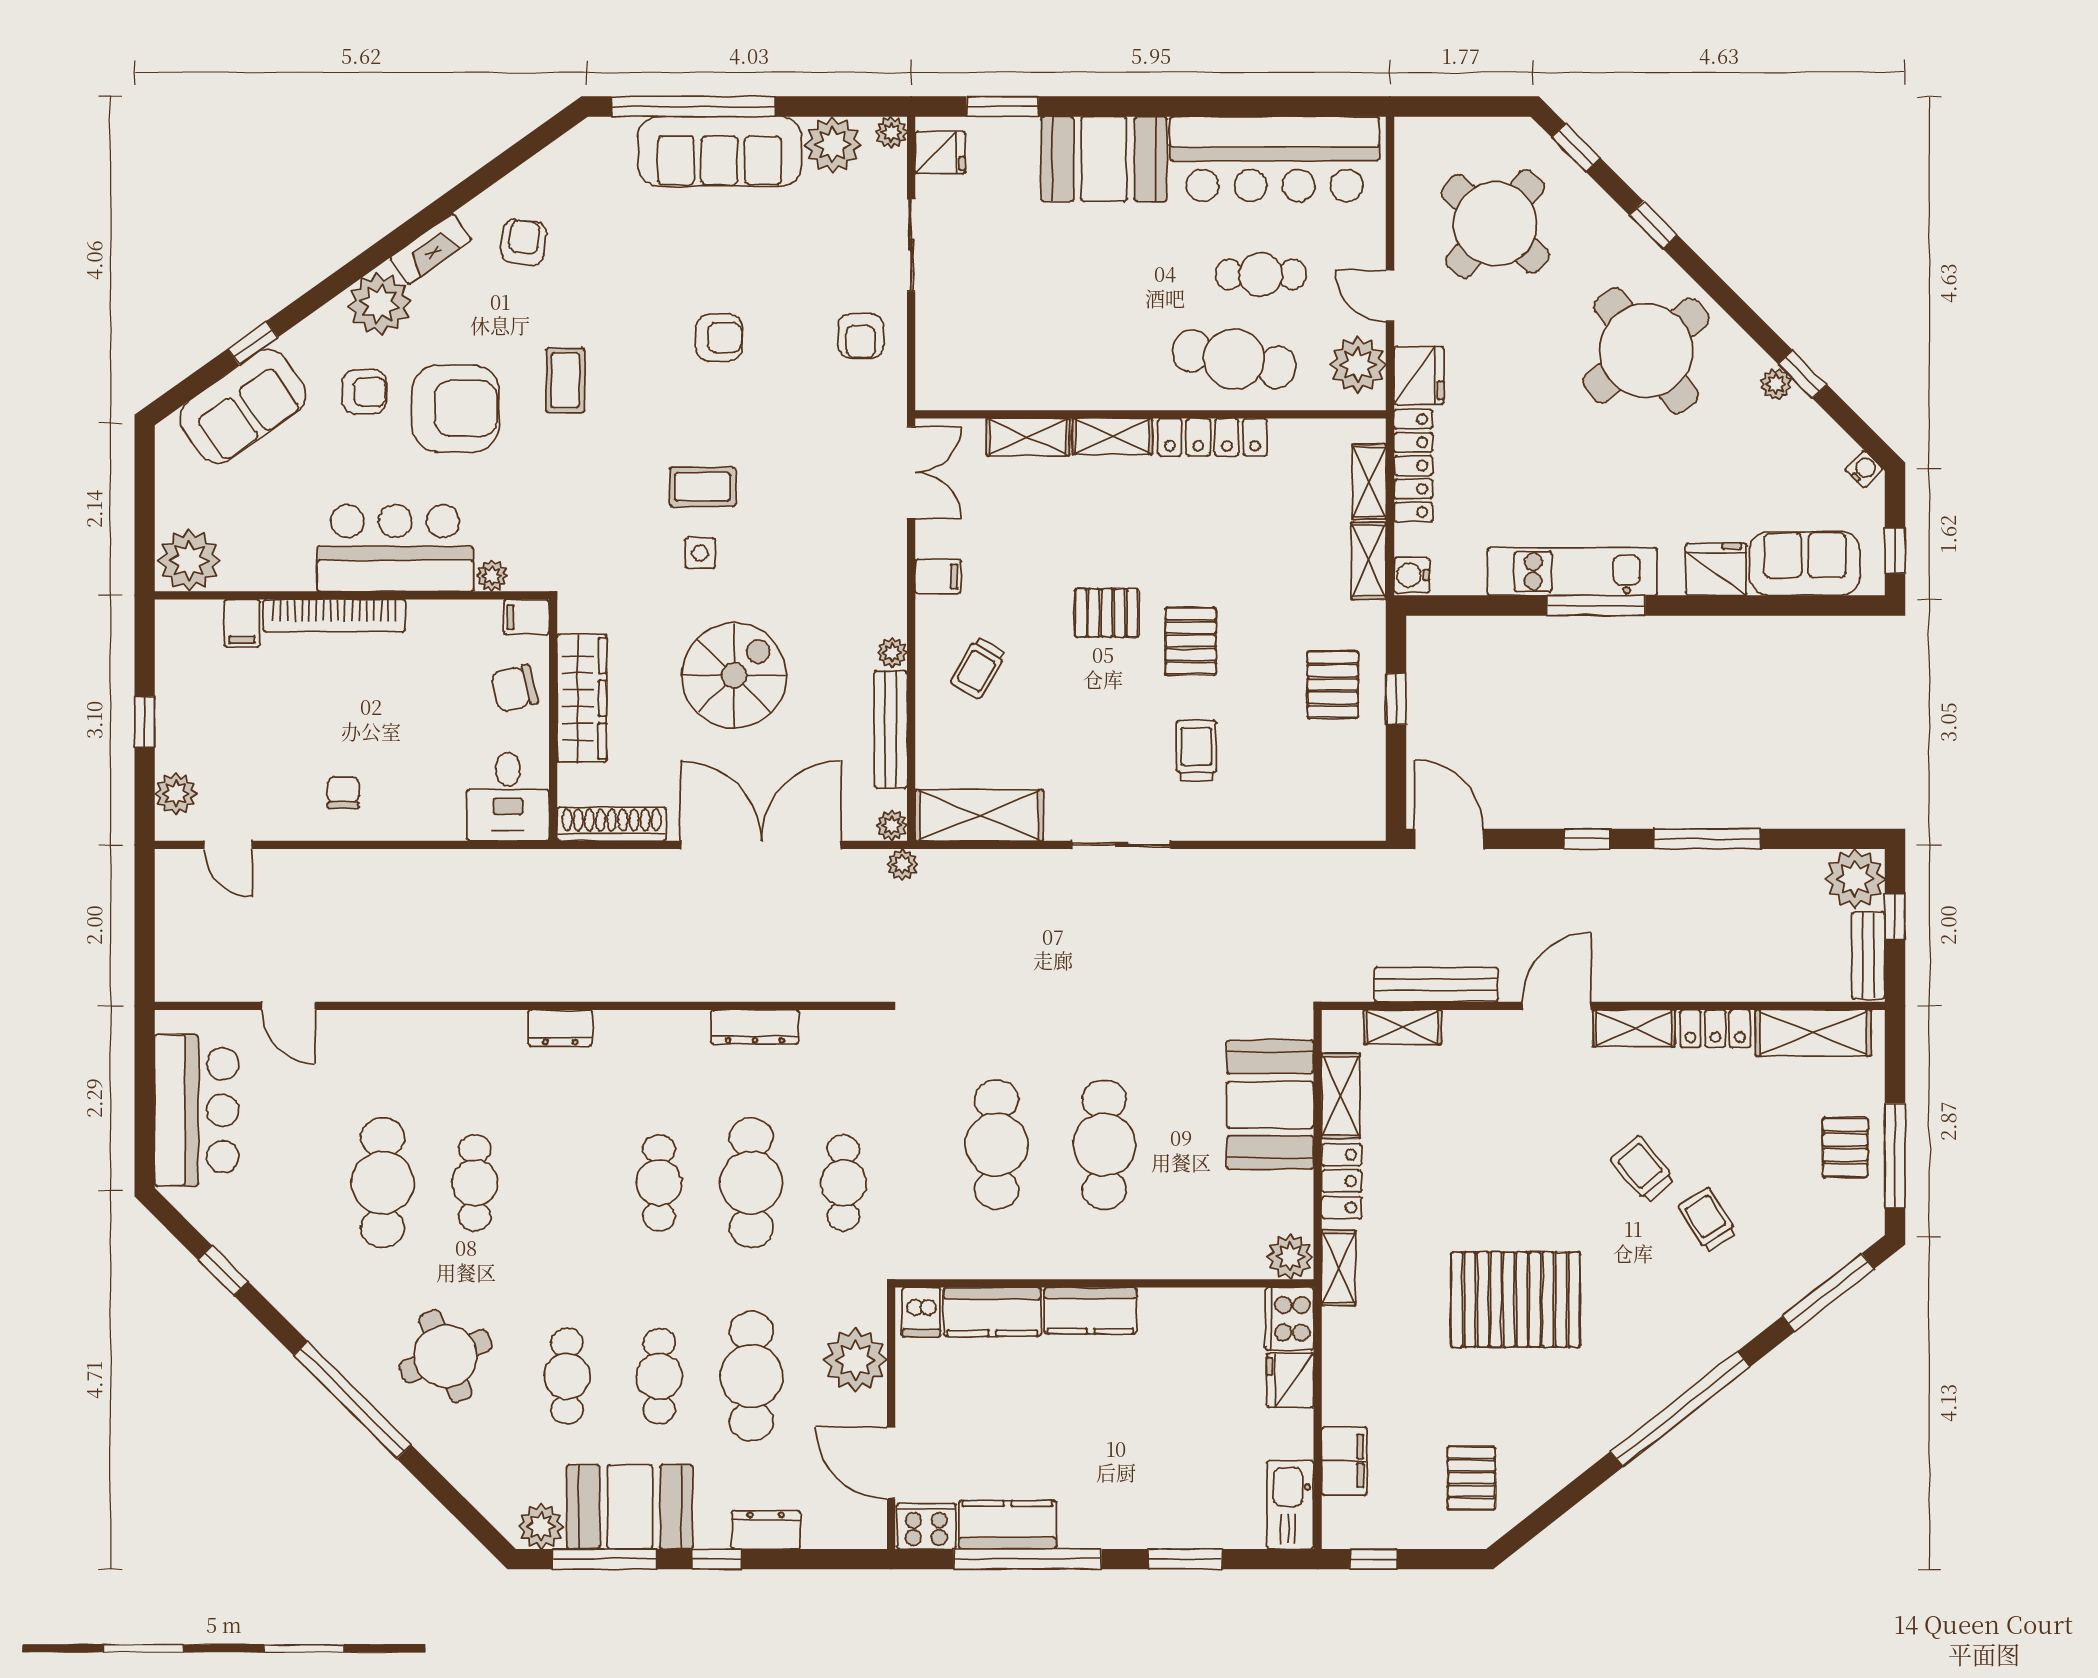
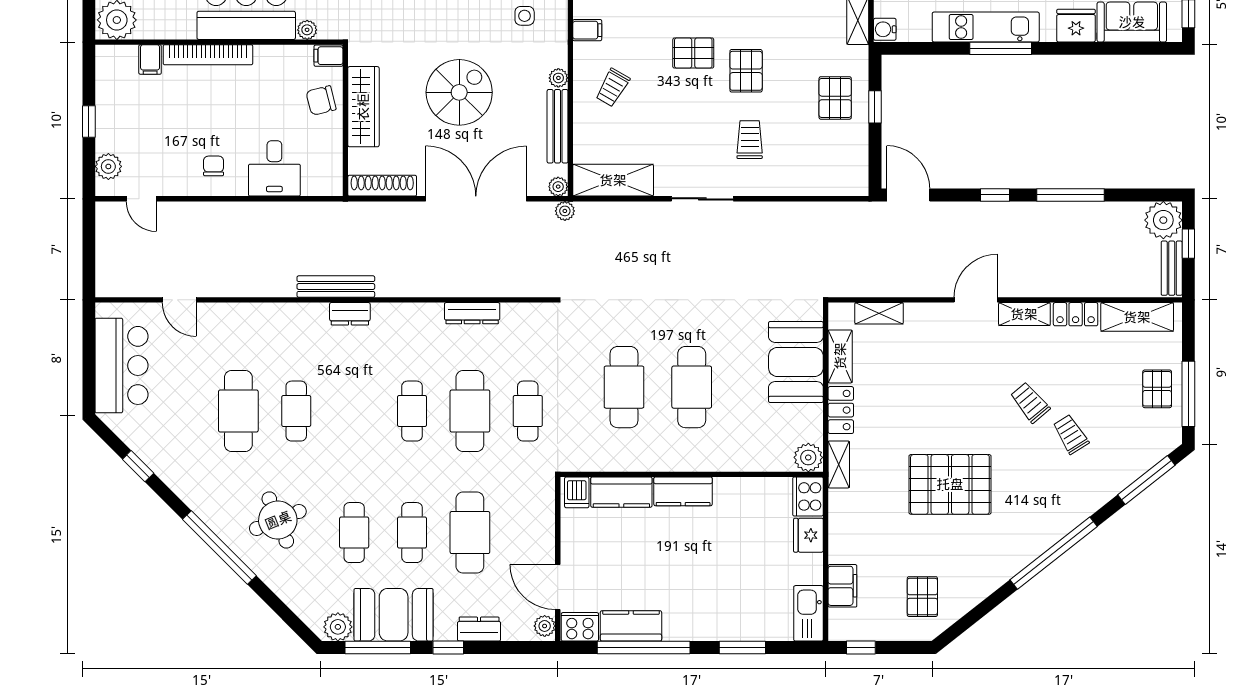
side table: (700, 553) -> (525, 16), moved
desk: (508, 797) -> (274, 168), moved
bench: (1436, 985) -> (336, 287), moved
plant: (855, 1360) -> (545, 626), moved, width x0.53, depth x0.53

